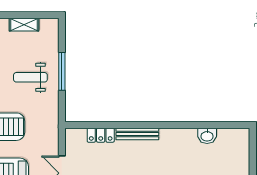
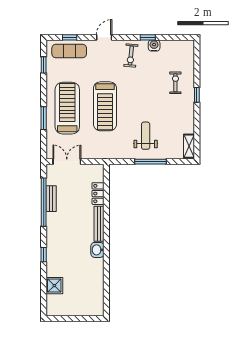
shelving: (24, 25) -> (189, 146), moved
washbasin: (207, 136) -> (97, 250), moved

